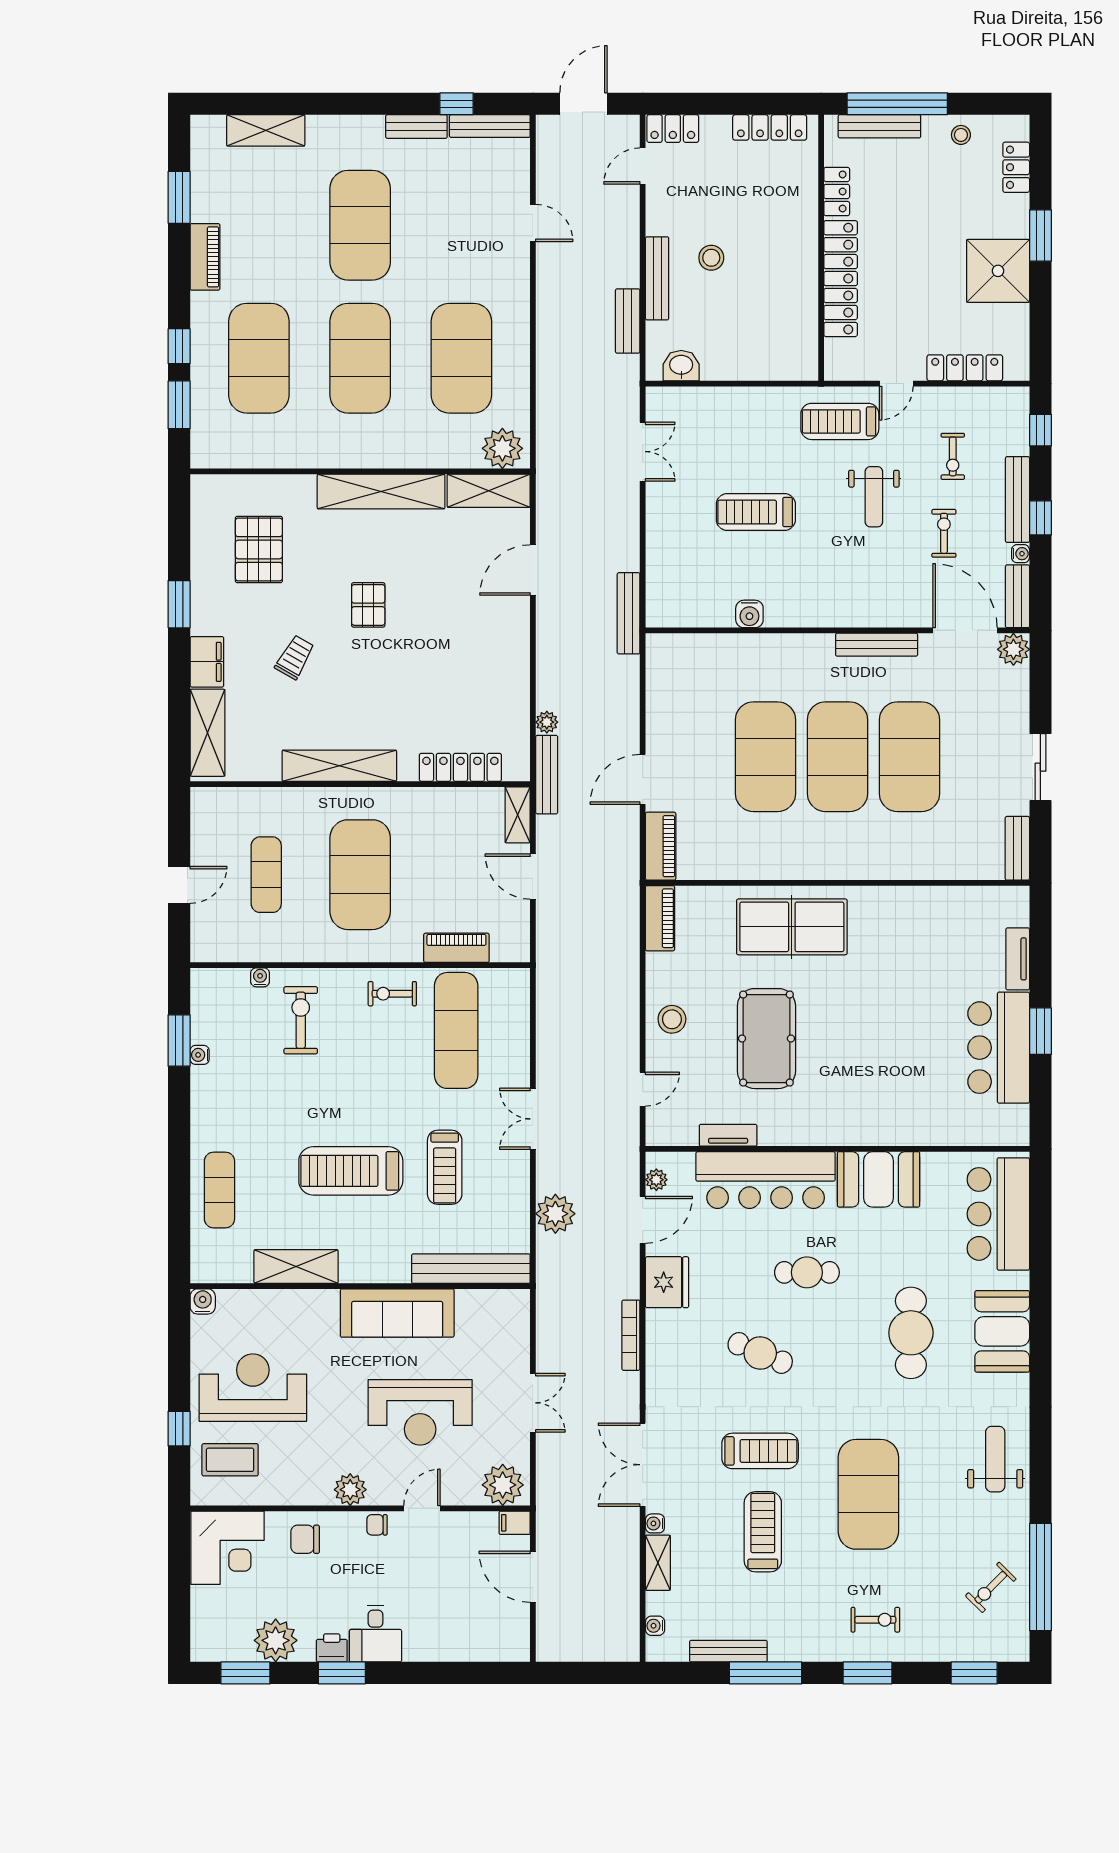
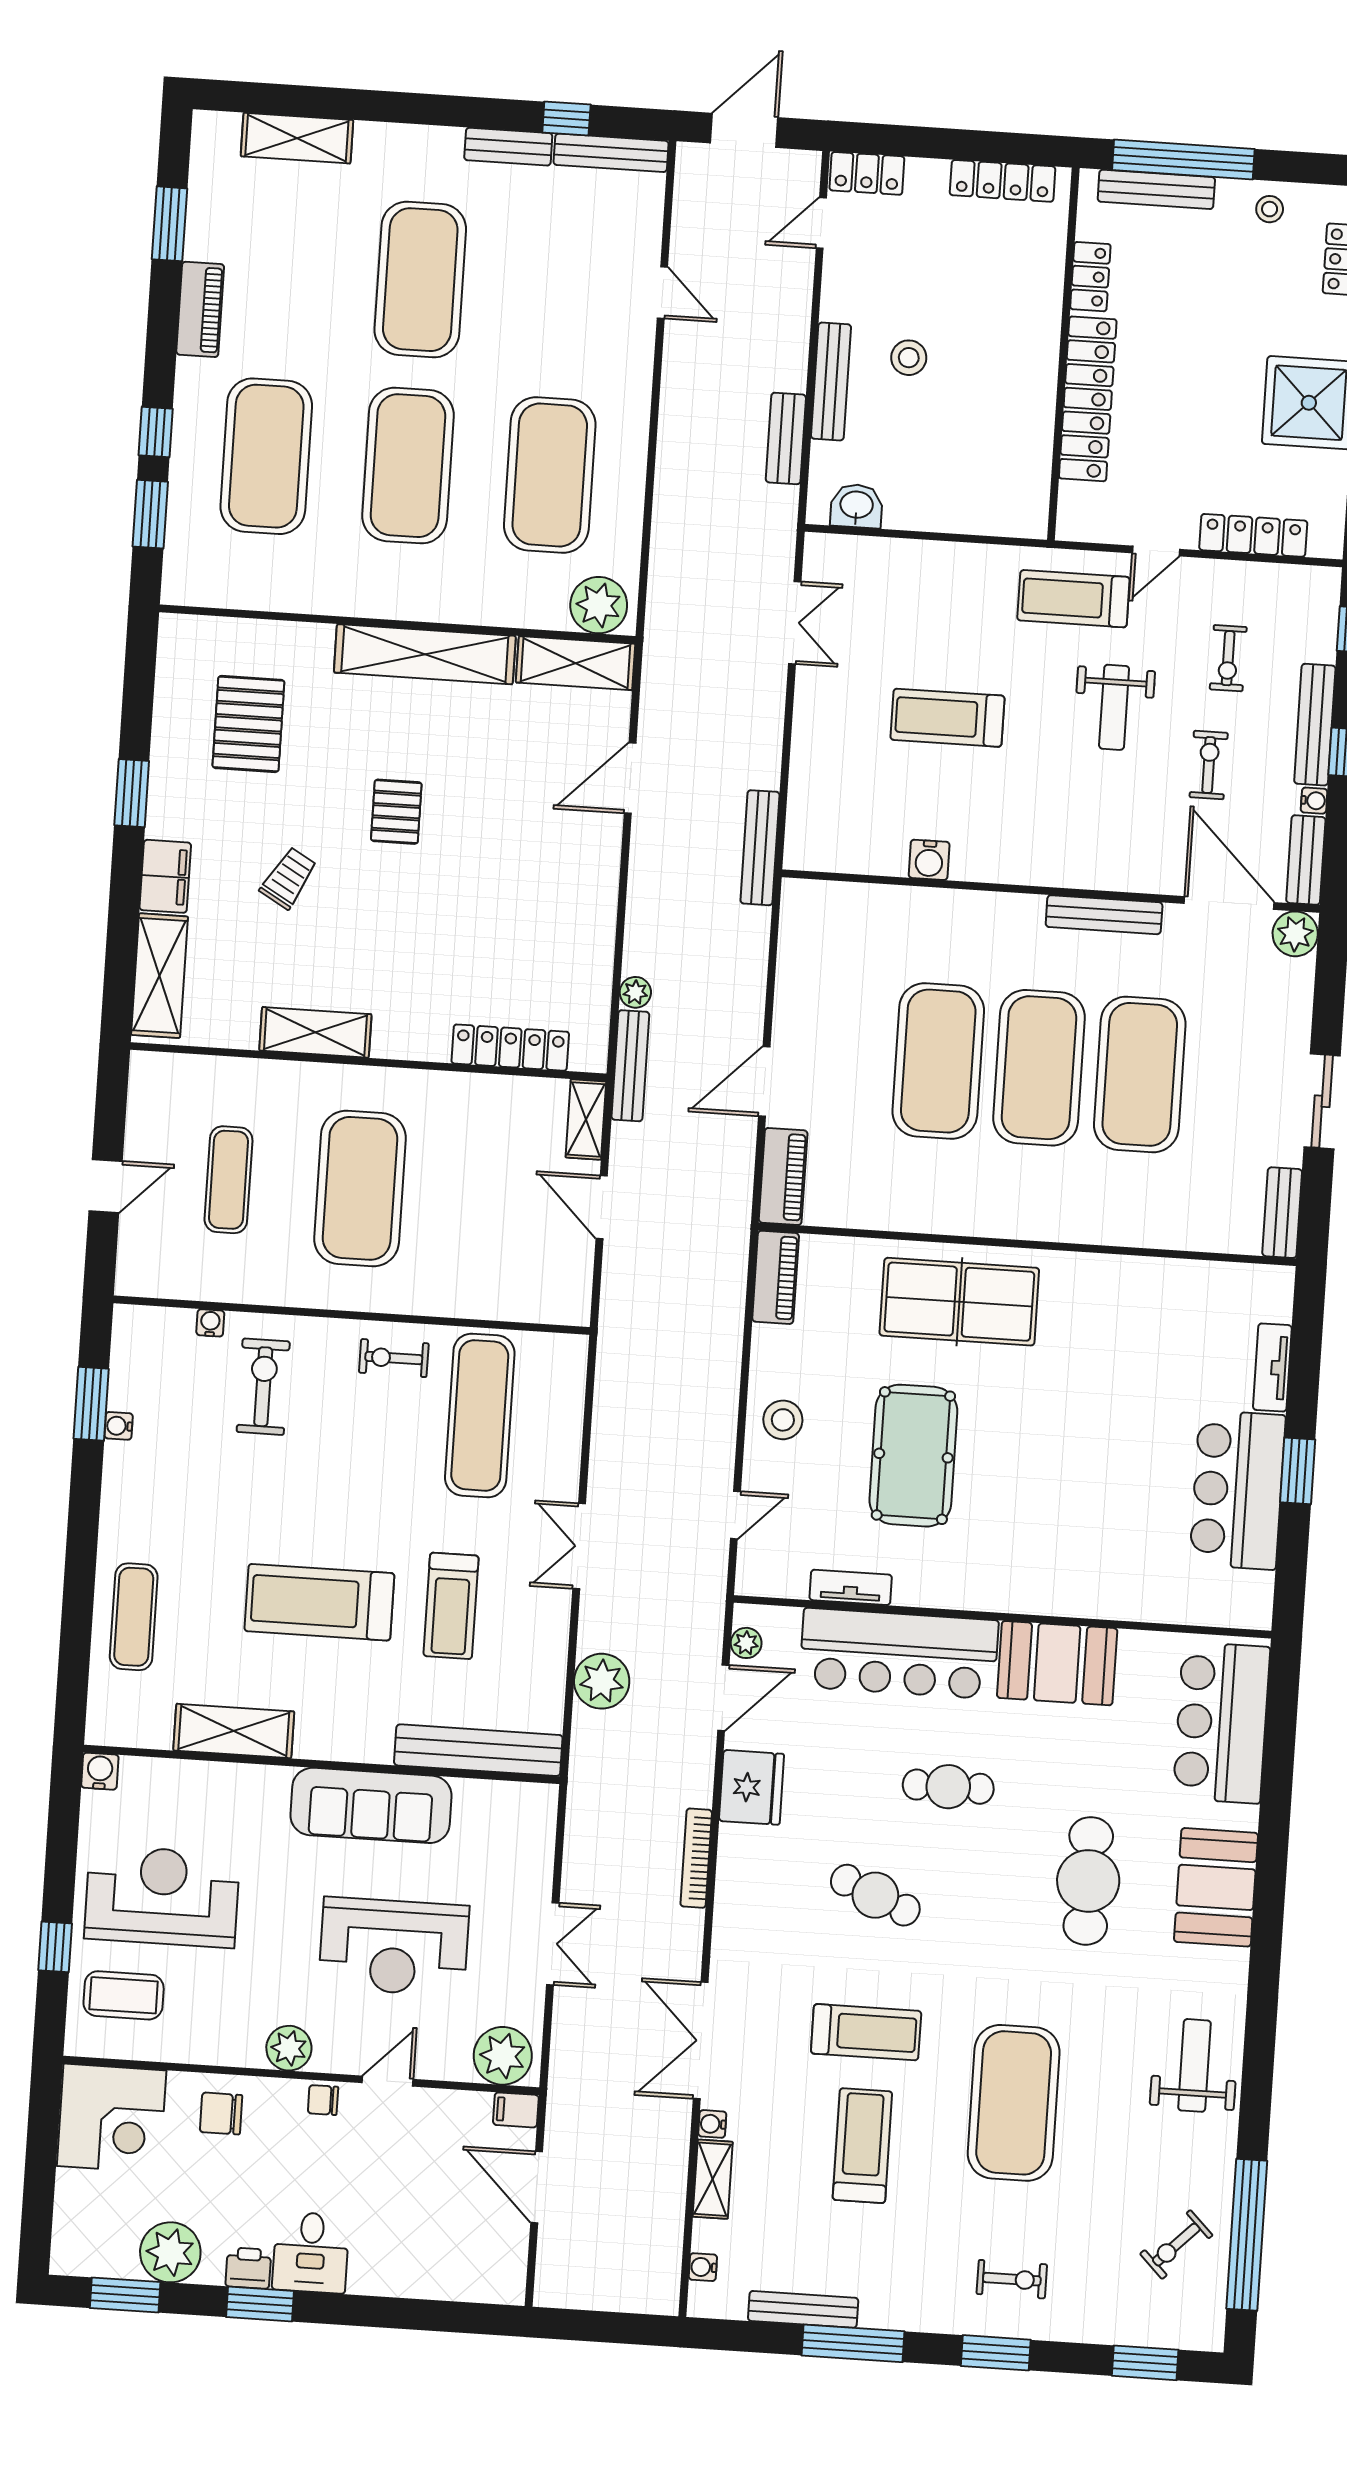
shelving: (339, 766) -> (315, 1032), width x0.68
piano: (456, 948) -> (488, 1300), removed

